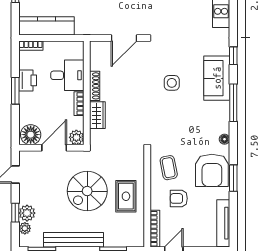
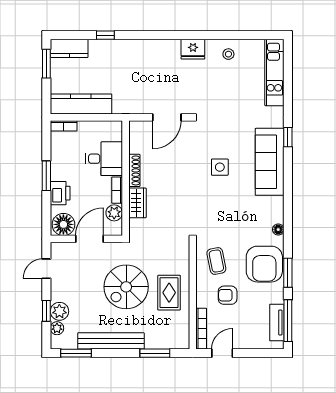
sofa: (217, 78) -> (270, 162), width x1.36
printer: (28, 80) -> (60, 193), moved
window: (233, 103) -> (288, 321), moved
plant: (76, 137) -> (114, 213), moved
tv unit: (223, 223) -> (277, 323), width x0.71

